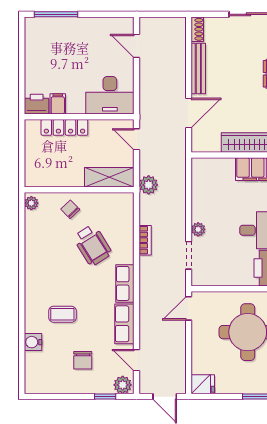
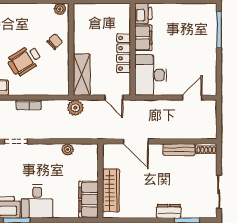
bench: (198, 69) -> (179, 150), width x0.73
filing cabinet: (58, 104) -> (143, 38), width x2.00
locker: (64, 127) -> (124, 53), moved
door: (137, 139) -> (114, 98), swing flipped
plant: (198, 229) -> (68, 149), moved

